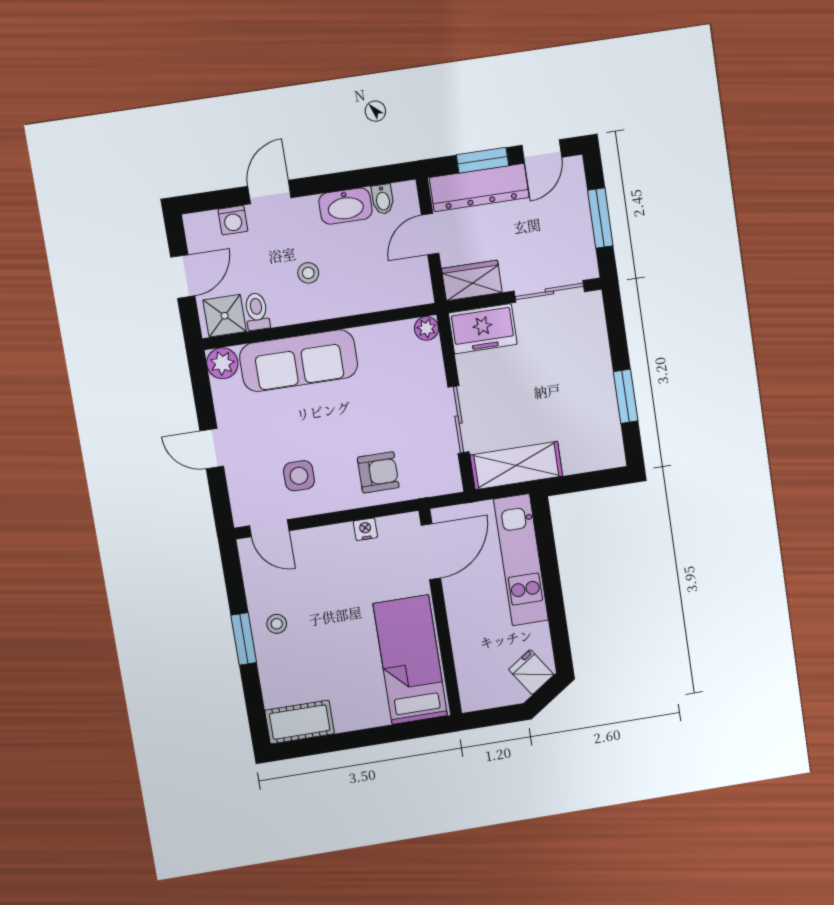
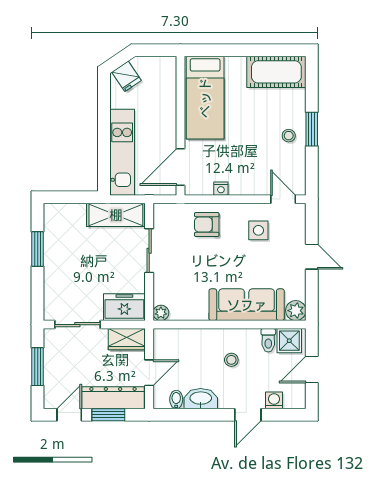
cot: (300, 722) -> (276, 72), width x1.37, depth x1.34

